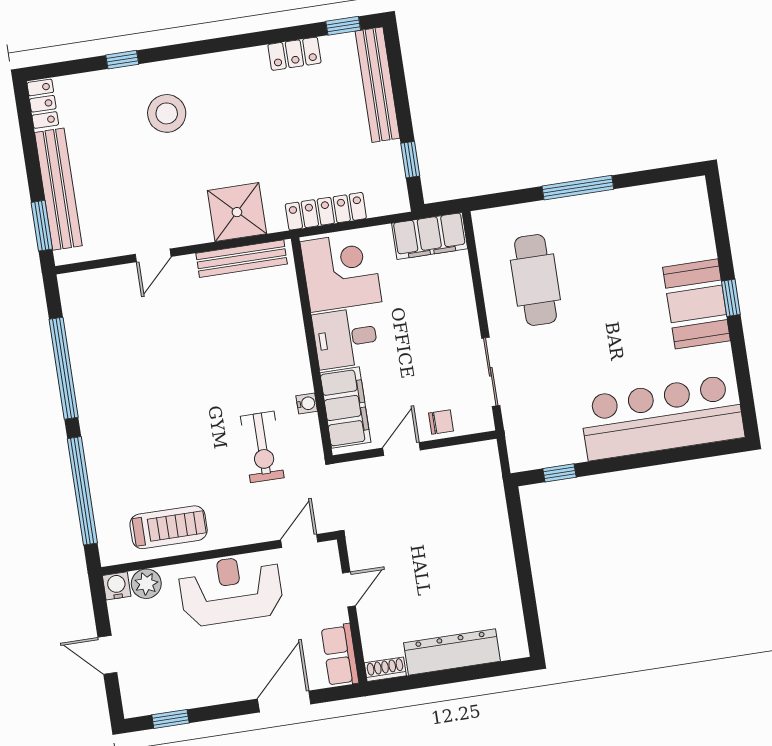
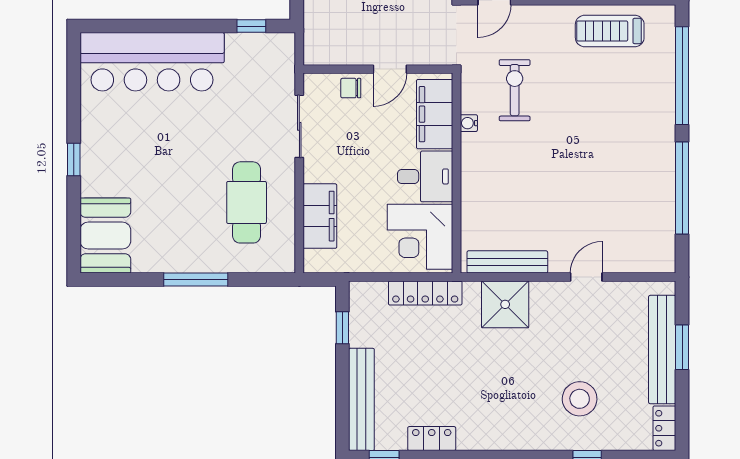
stool: (167, 113) -> (580, 399), moved
window: (42, 226) -> (682, 347), moved
filing cabinet: (430, 236) -> (320, 216), moved, turned 90
booth: (697, 304) -> (105, 236), moved

